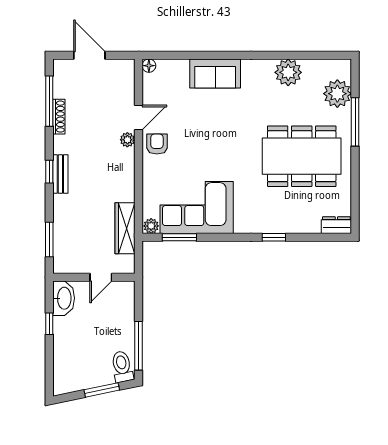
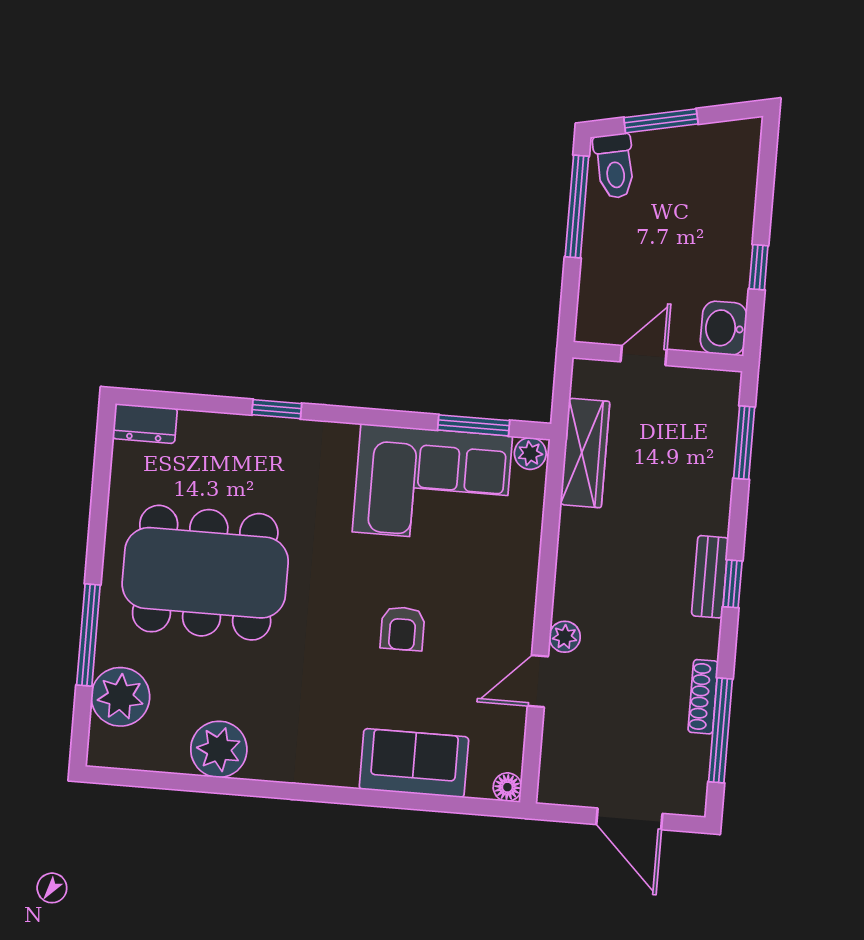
sofa: (215, 73) -> (414, 763), moved
armchair: (157, 144) -> (402, 628), moved
washbasin: (64, 298) -> (724, 328), width x0.72

